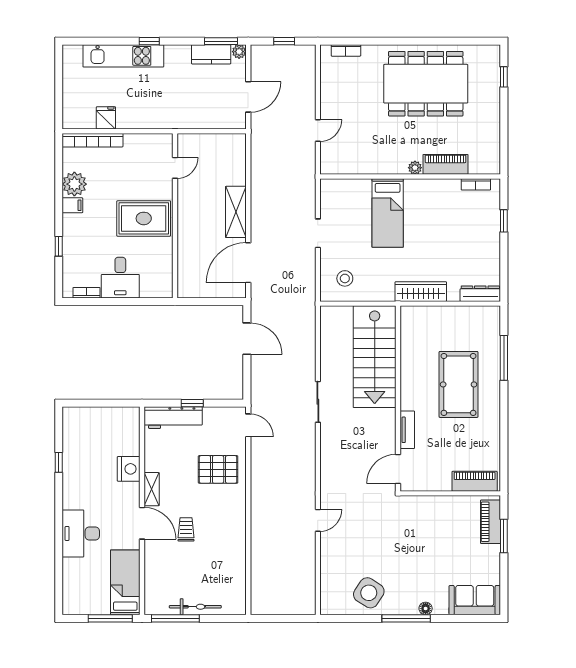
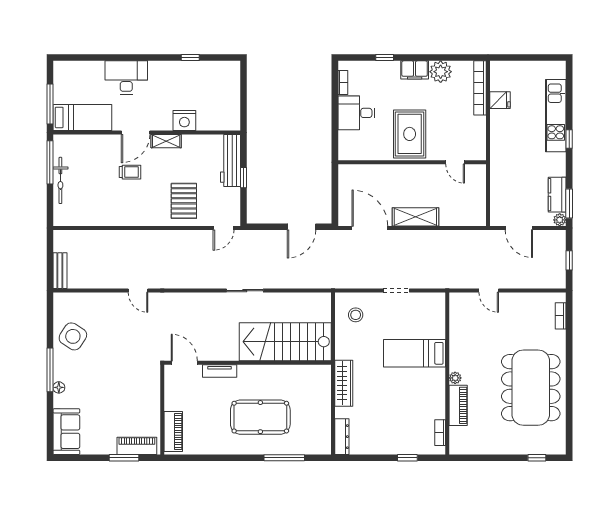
filing cabinet: (72, 205) -> (415, 70), width x2.00
bench: (296, 607) -> (60, 271), added

